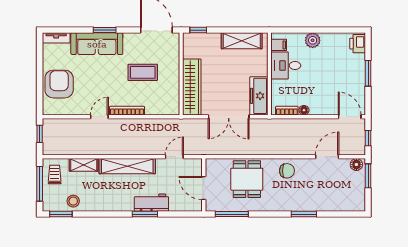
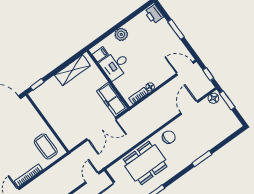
coffee table: (143, 72) -> (46, 147), moved, turned 90
wardrobe: (192, 87) -> (61, 127), removed
door: (174, 157) -> (92, 178), moved
dining table: (247, 179) -> (145, 163), width x1.37

